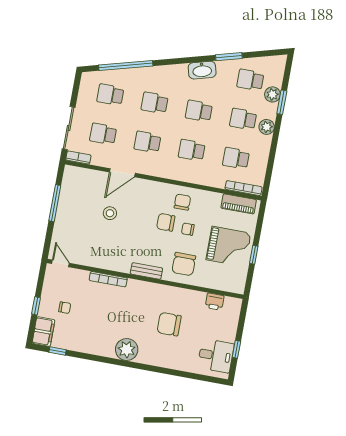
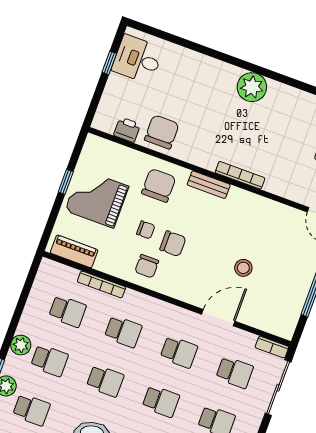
bookcase: (244, 188) -> (101, 284), moved
bookcase: (108, 279) -> (240, 175), moved
chair: (169, 324) -> (162, 132), moved, turned -90

